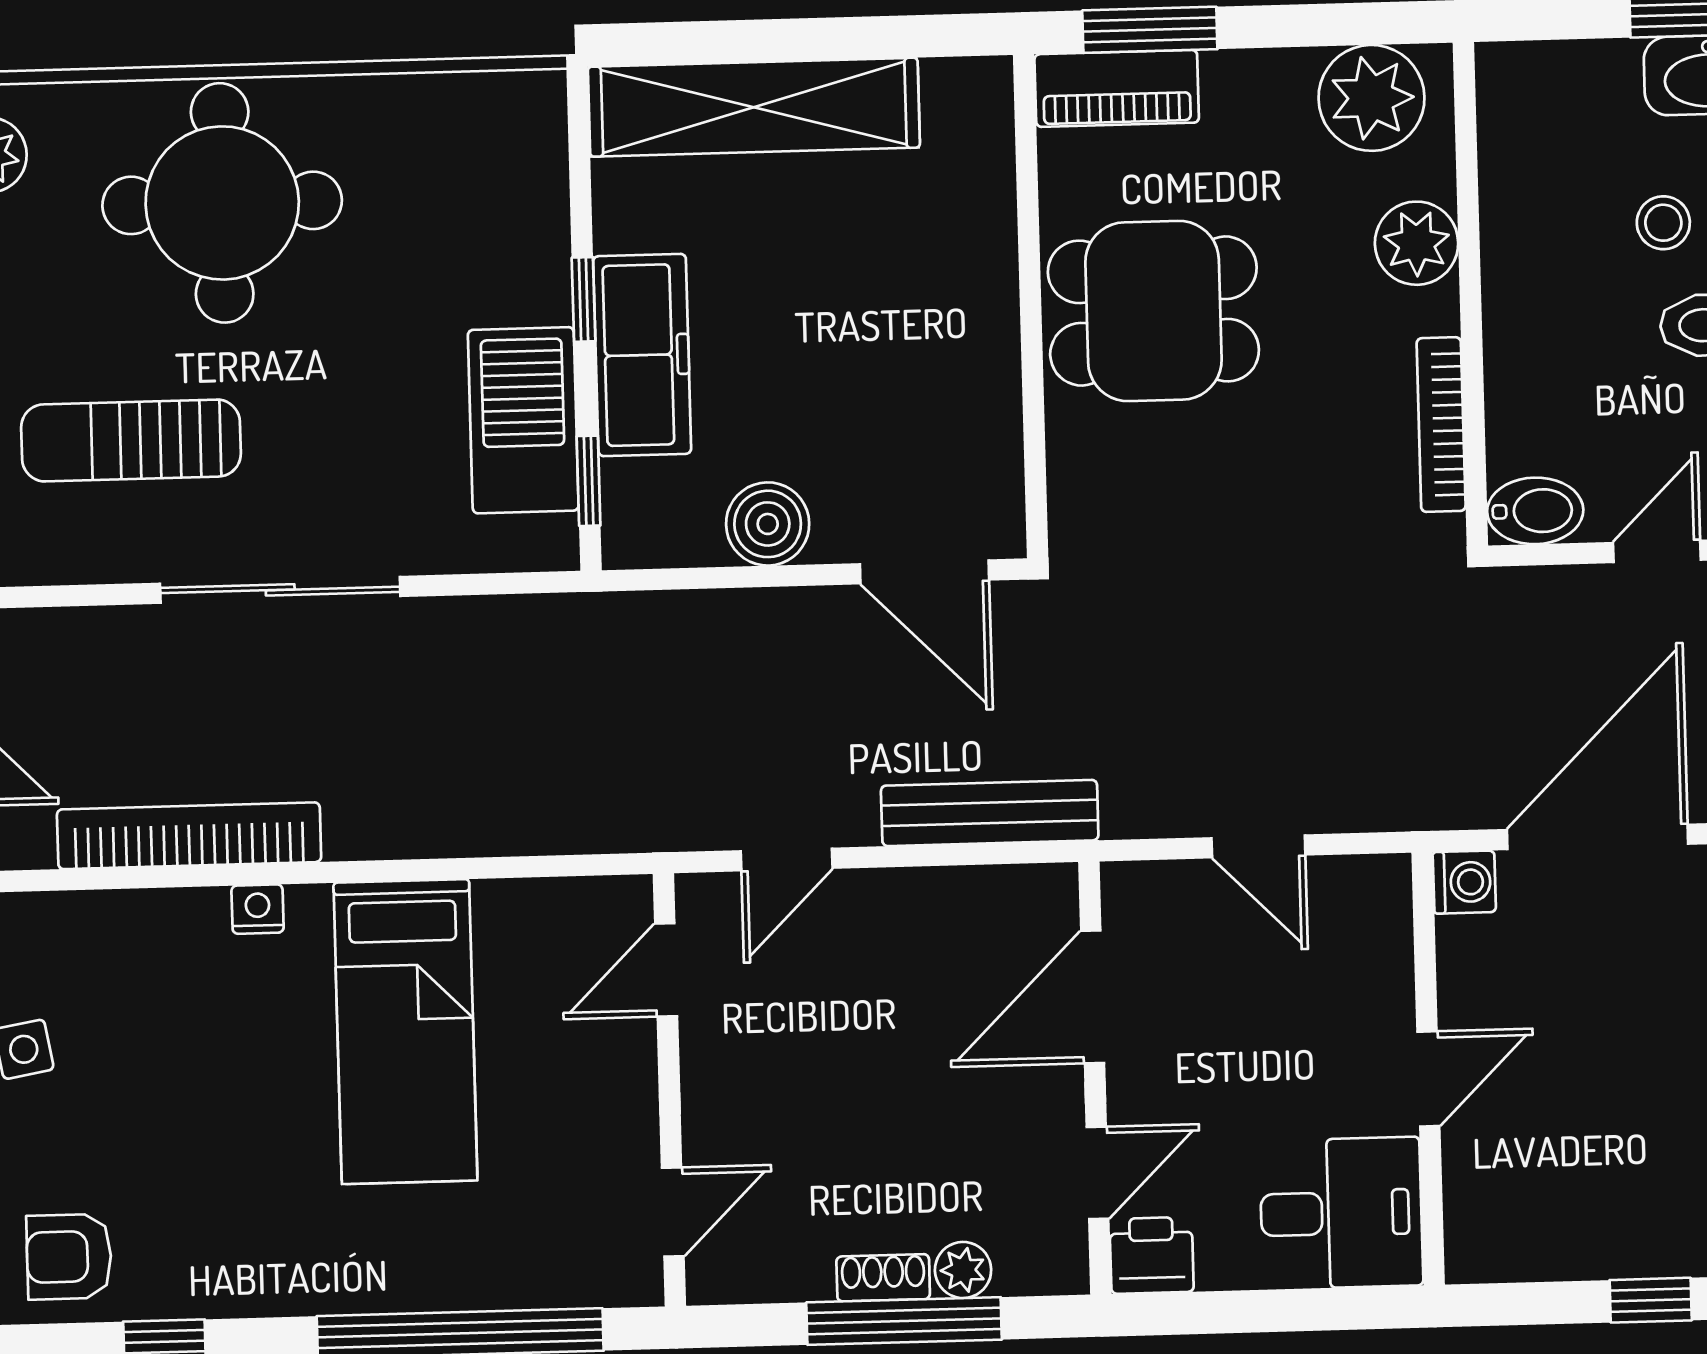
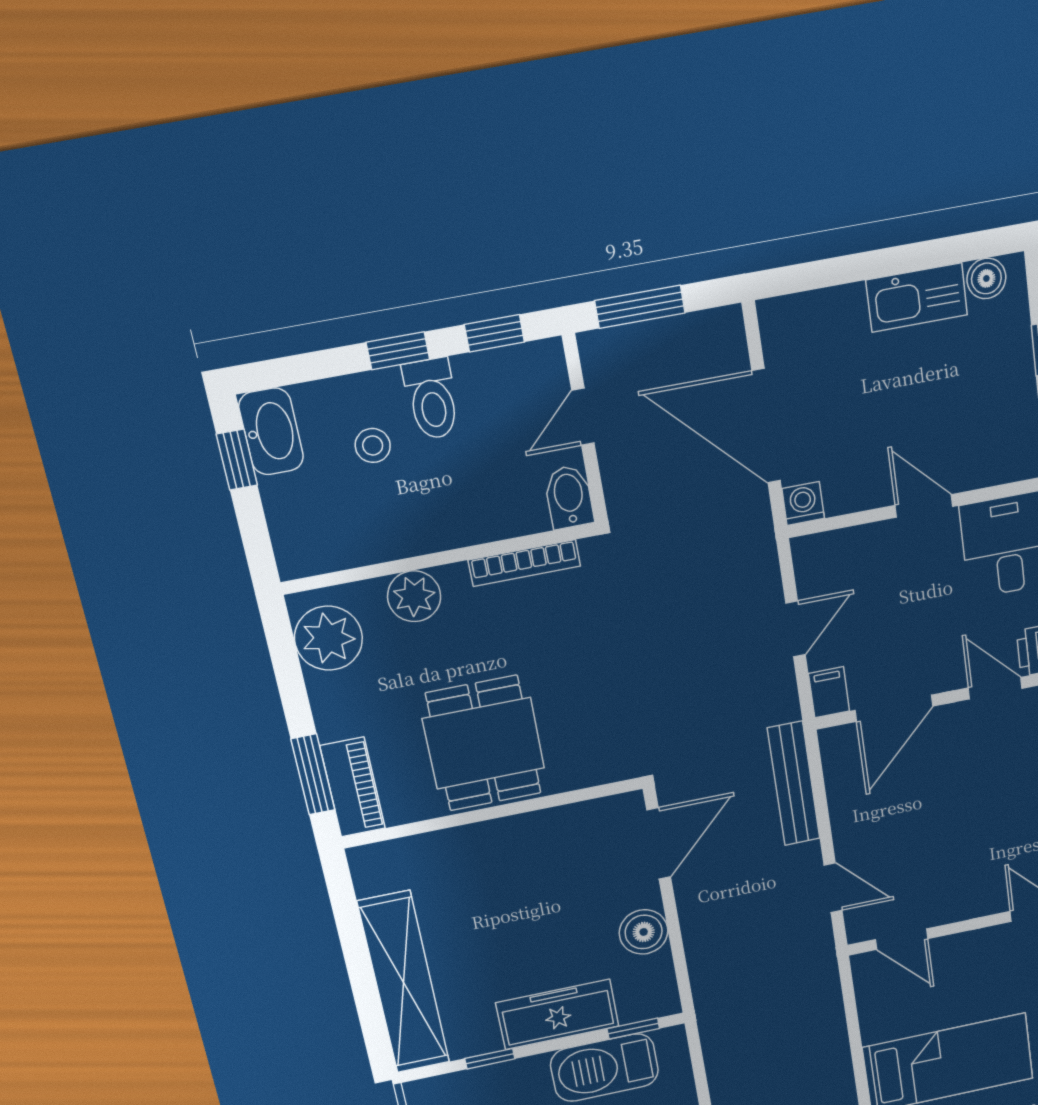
window: (583, 299) -> (490, 1059), moved
door: (1657, 551) -> (583, 417), hinge flipped
filing cabinet: (1140, 890) -> (829, 692), added
door: (1093, 997) -> (894, 708), hinge flipped

